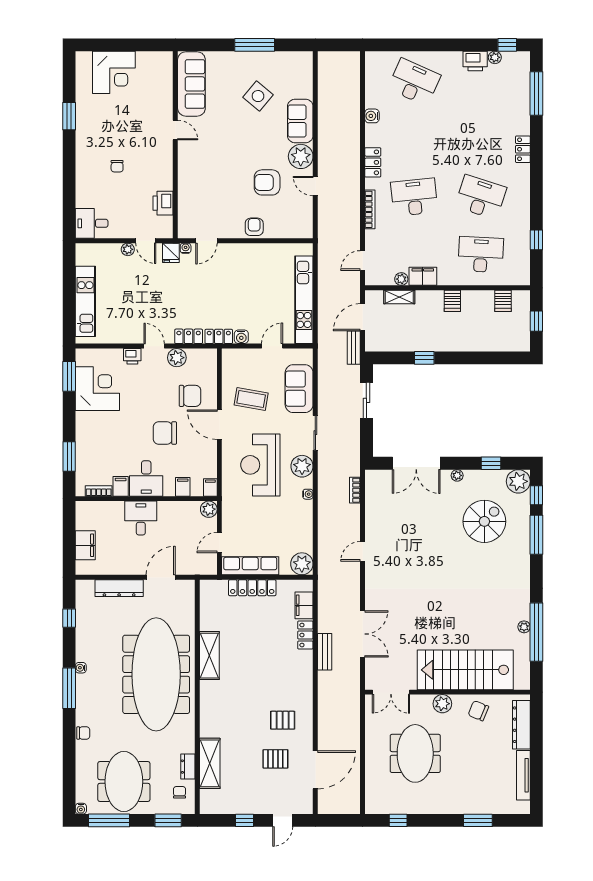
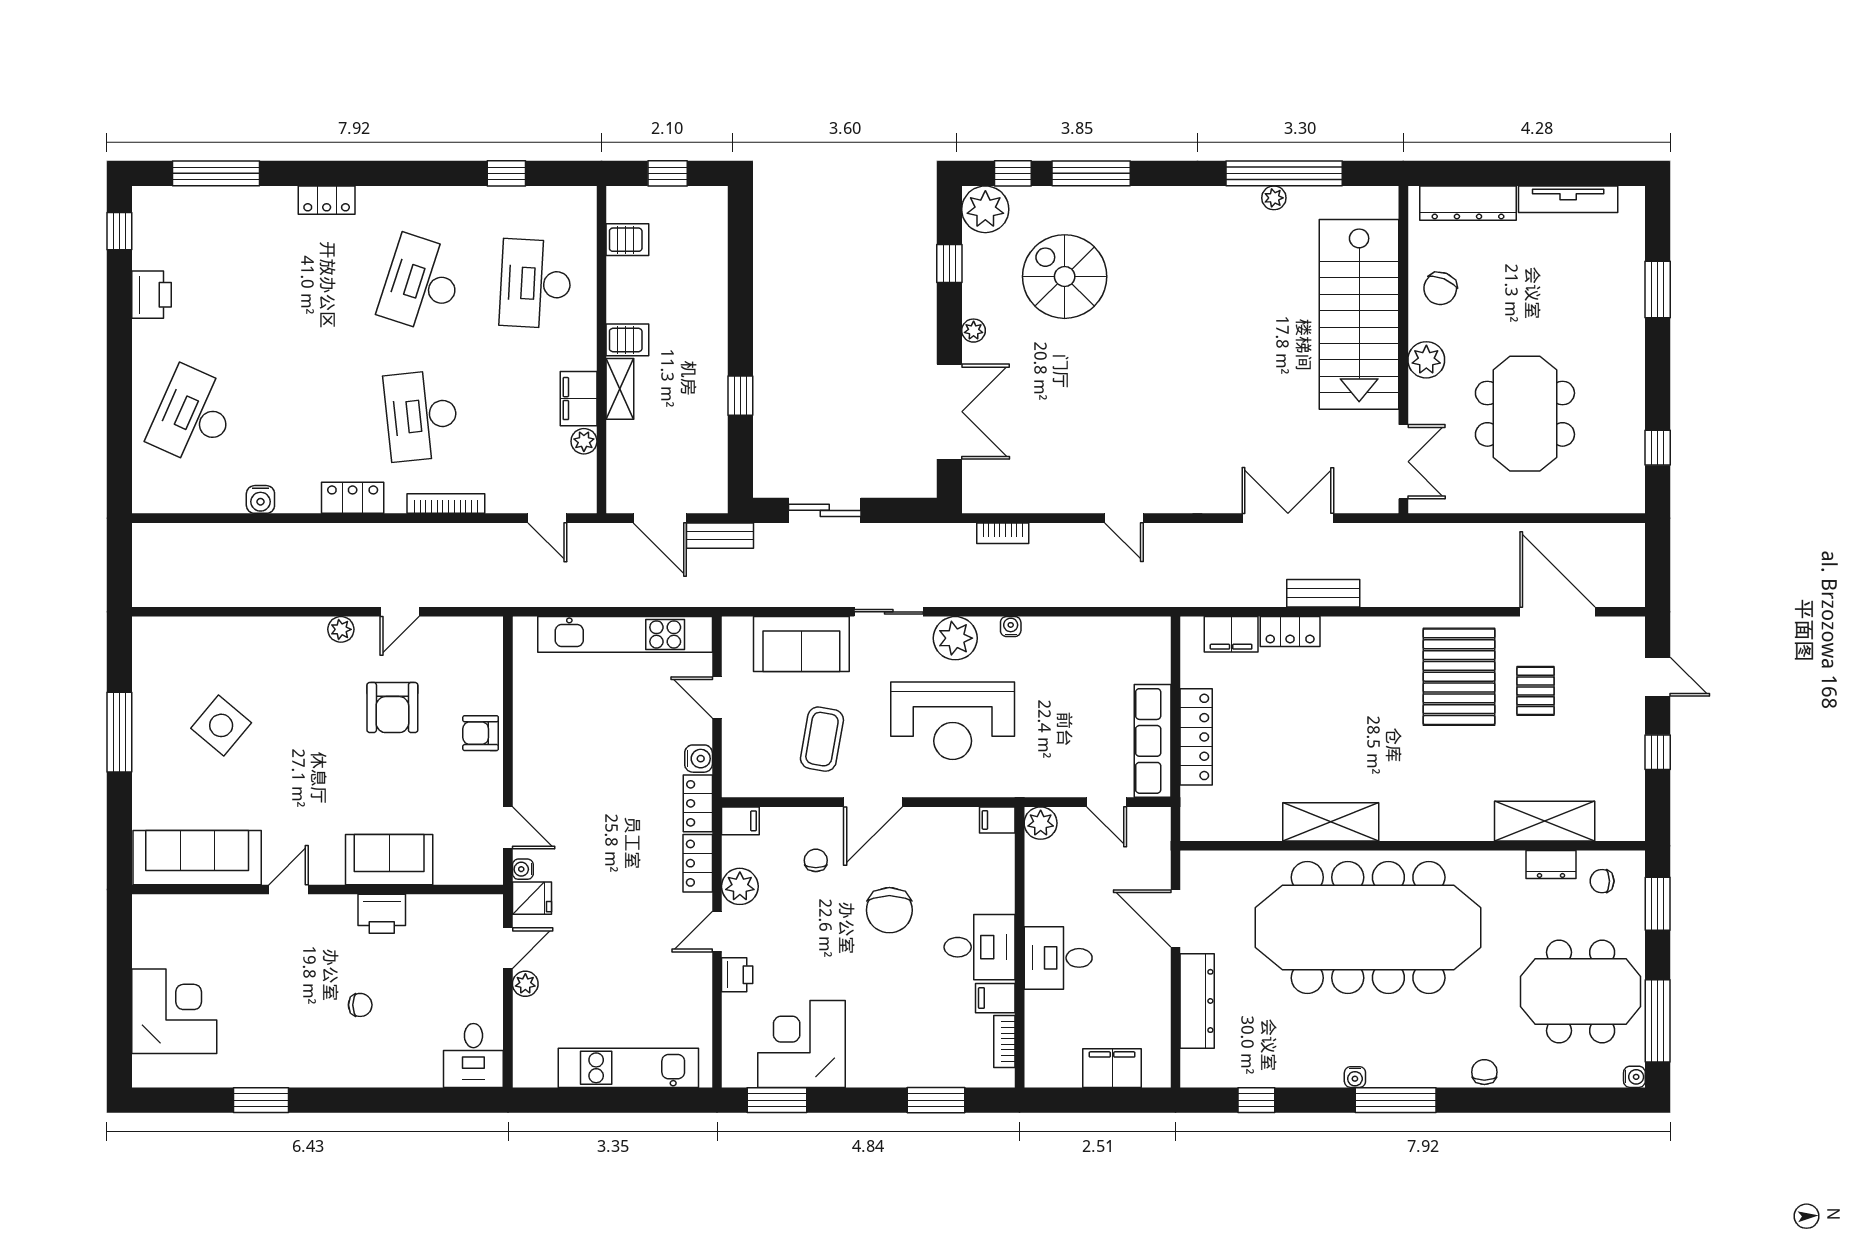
plant: (495, 57) -> (145, 256), removed
sofa: (300, 121) -> (389, 860), moved, turned 180
plant: (301, 156) -> (341, 629), width x0.53, depth x0.53
printer: (163, 203) -> (382, 914), moved
shelving: (399, 297) -> (620, 389), moved
chair: (190, 396) -> (816, 860), width x0.54, depth x0.54
filing cabinet: (183, 487) -> (740, 821), moved, turned 180
plant: (302, 564) -> (1149, 638), removed
pallet: (283, 720) -> (1459, 677), width x2.05, depth x2.00
meeting table: (415, 753) -> (1525, 414), turned 90

